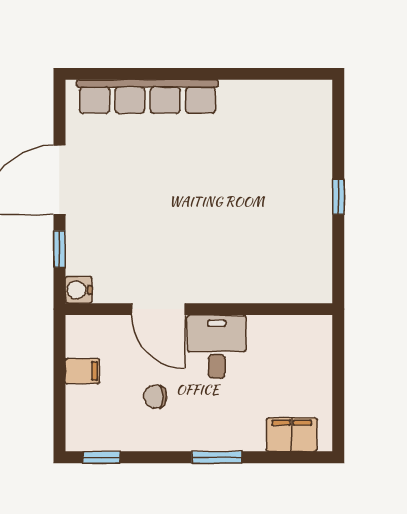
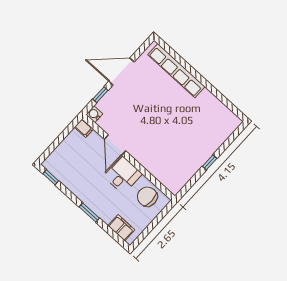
filing cabinet: (82, 371) -> (84, 128), moved
chair: (155, 396) -> (147, 197), moved, width x1.87, depth x1.87

